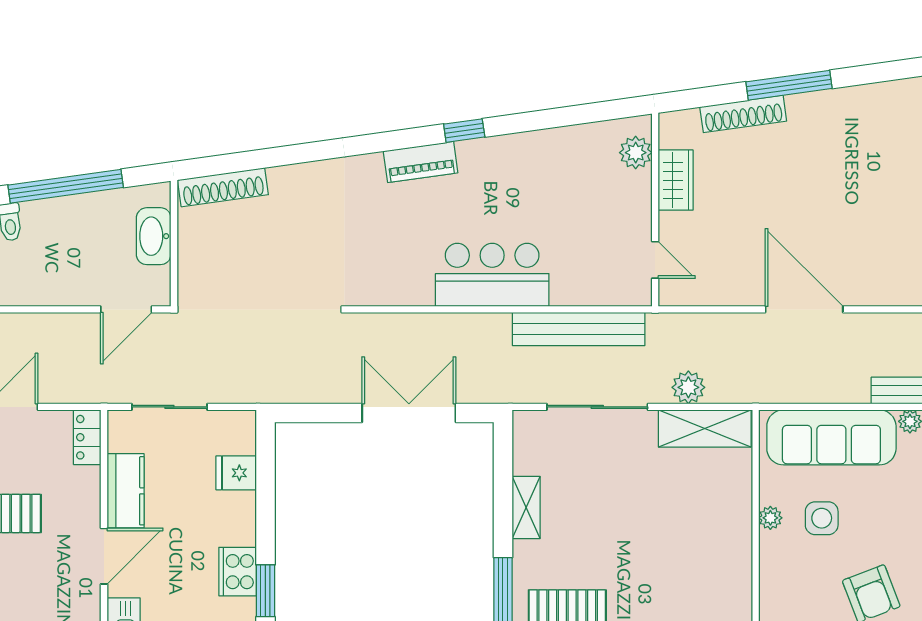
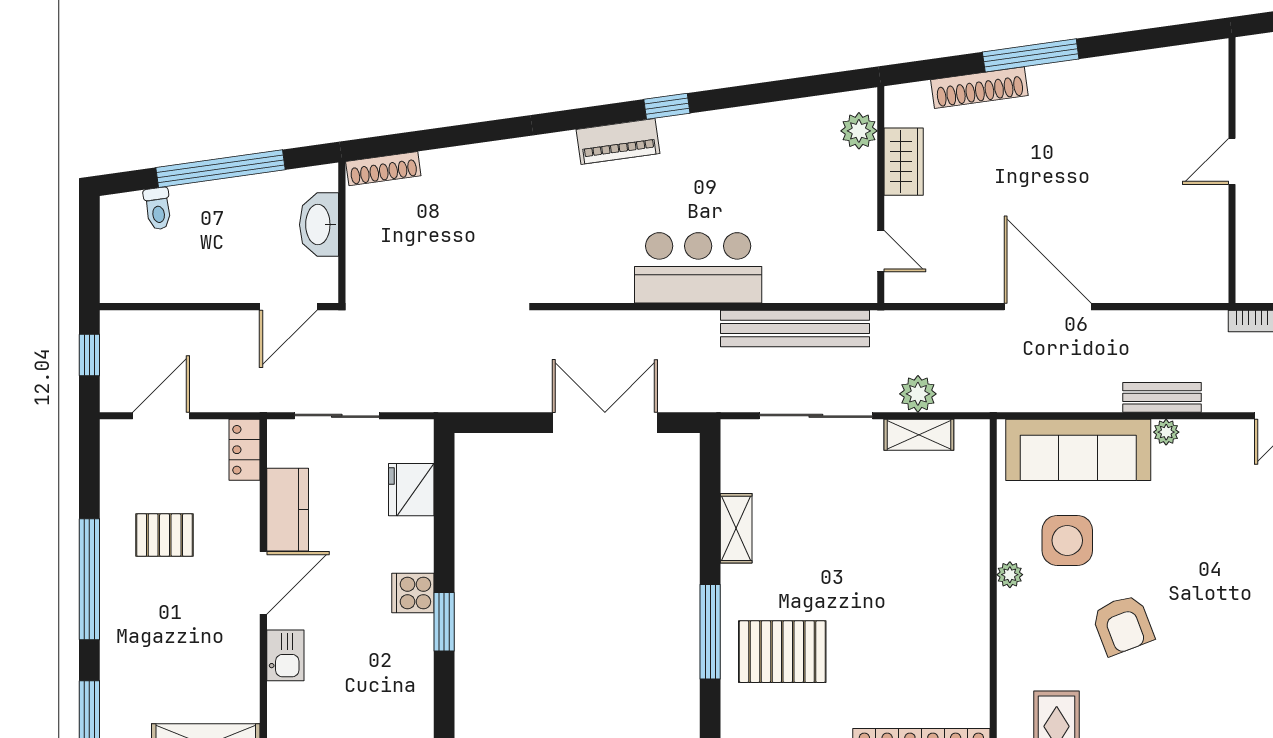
shoe rack: (223, 187) -> (383, 169), width x0.74, depth x0.81
shelving: (705, 429) -> (919, 435), width x0.67, depth x0.75
fridge: (236, 473) -> (411, 490), width x1.38
plant: (770, 518) -> (1010, 575), moved
side table: (822, 518) -> (1067, 540), width x1.37, depth x1.37
cooker: (238, 572) -> (413, 593), width x0.73

